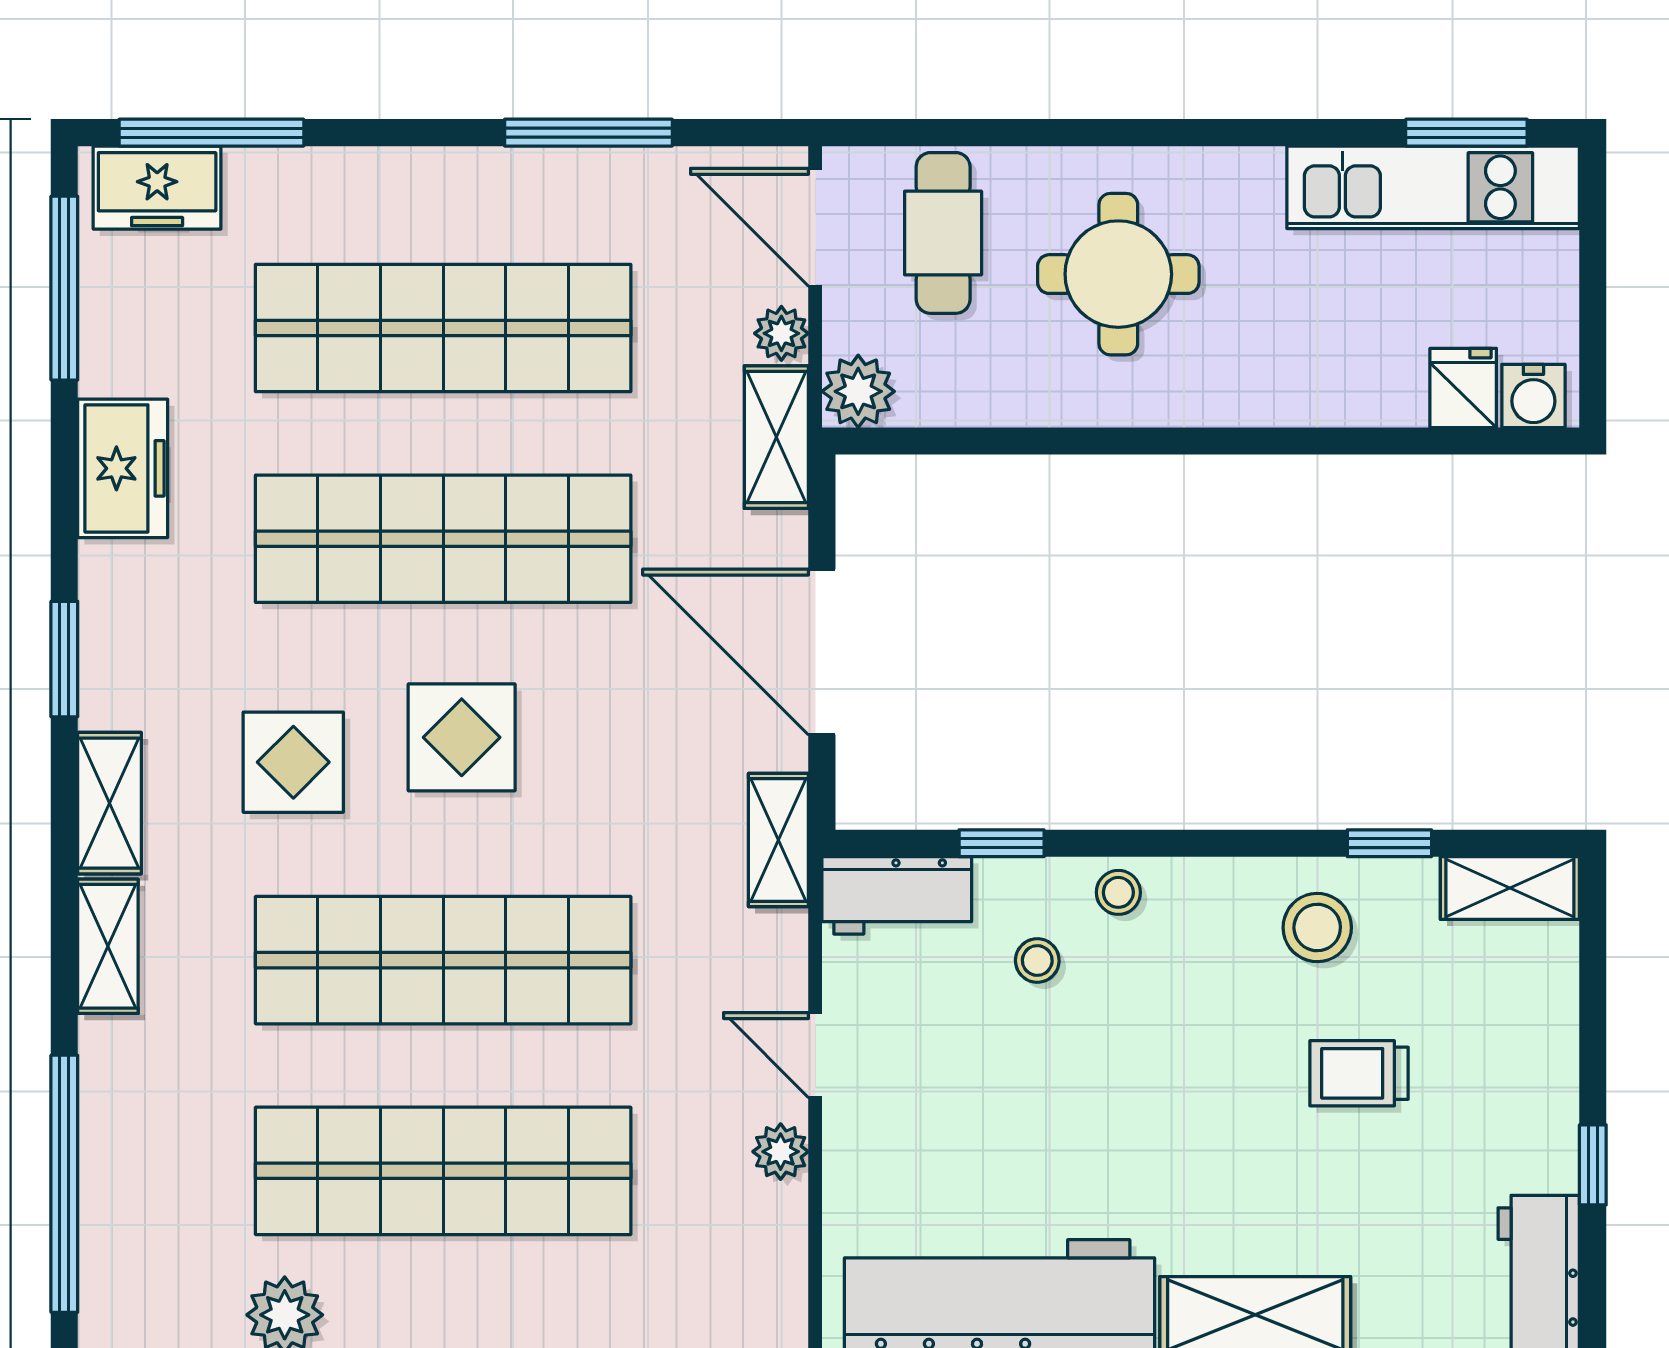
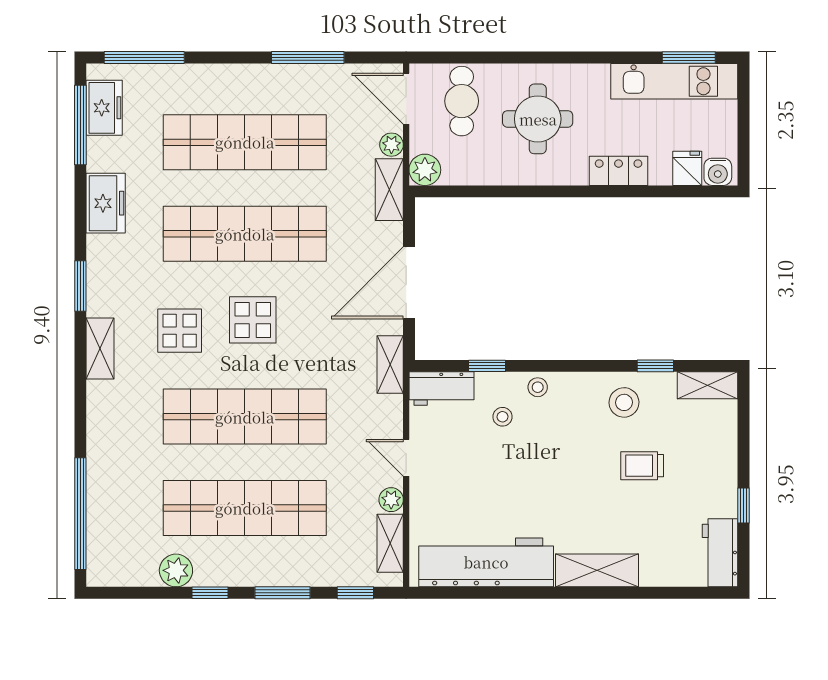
freezer: (157, 188) -> (104, 108), moved, turned -90
locker: (1305, 394) -> (619, 171), added
door: (822, 652) -> (409, 283), hinge flipped
shelving: (108, 946) -> (390, 543), moved

